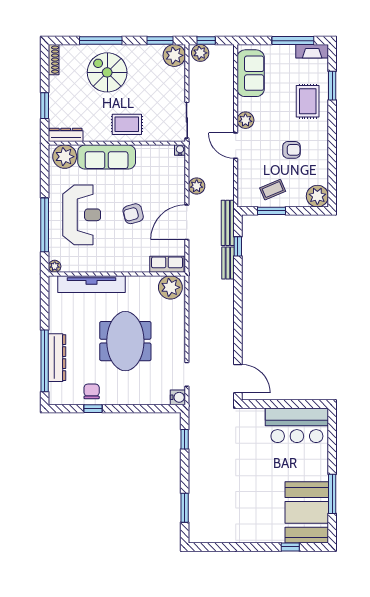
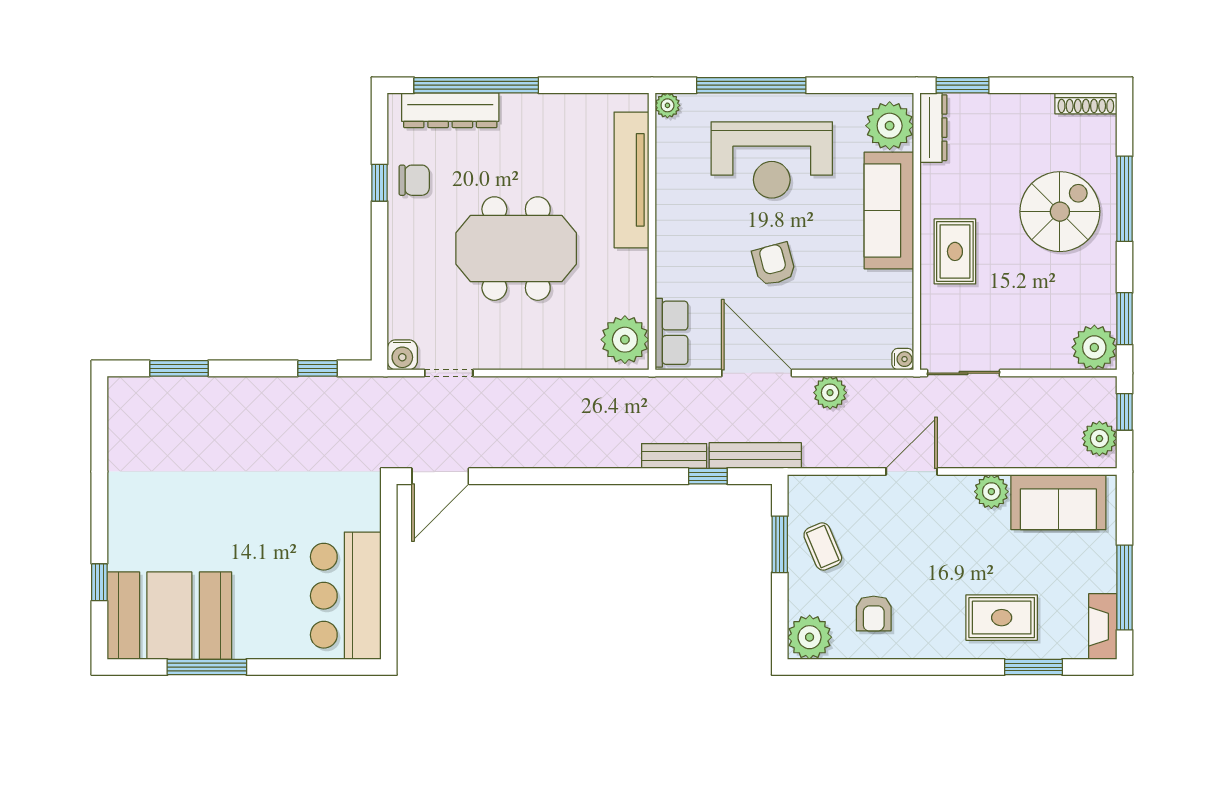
plant: (200, 53) -> (1099, 438), moved
window: (45, 106) -> (962, 85), moved
plant: (245, 120) -> (991, 492), moved
armchair: (291, 150) -> (874, 614), moved
dresser: (57, 358) -> (450, 110), moved

